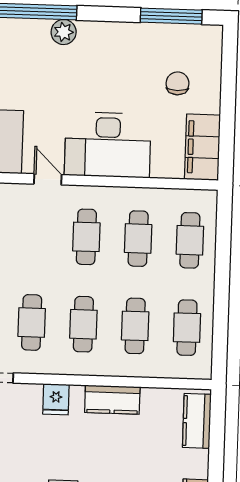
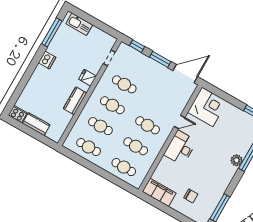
desk: (108, 145) -> (180, 148), width x0.73, depth x0.77
kitchen counter: (197, 421) -> (36, 124), moved

